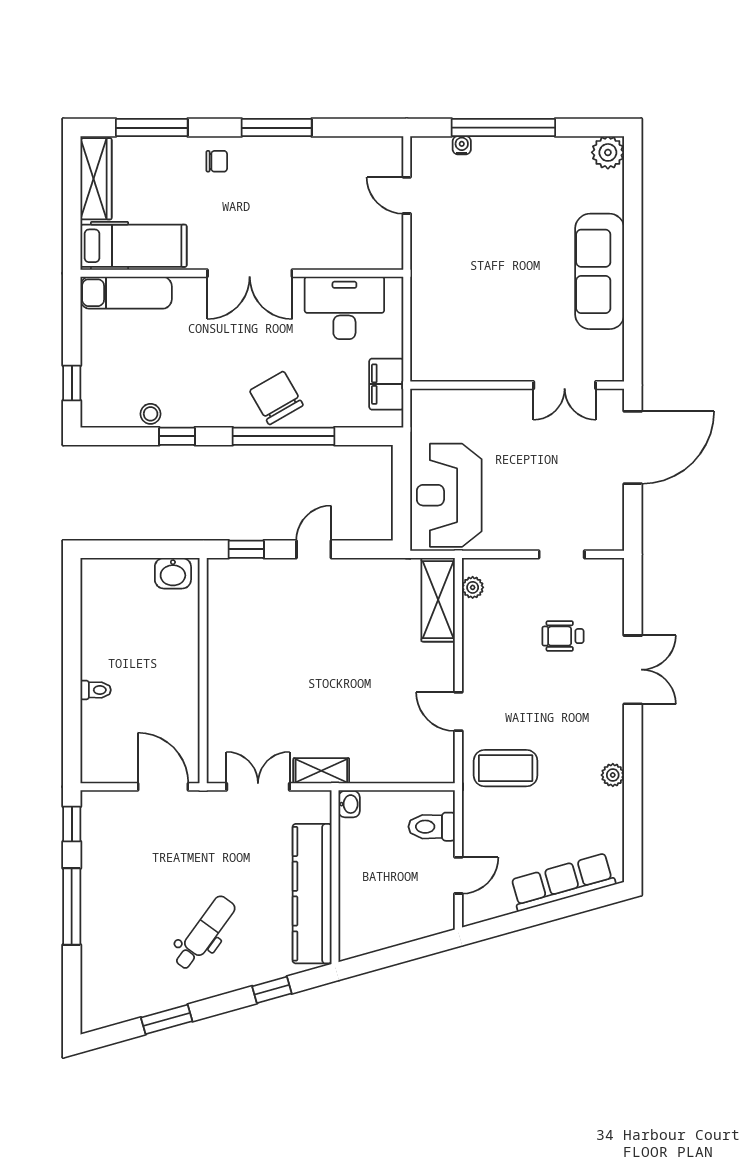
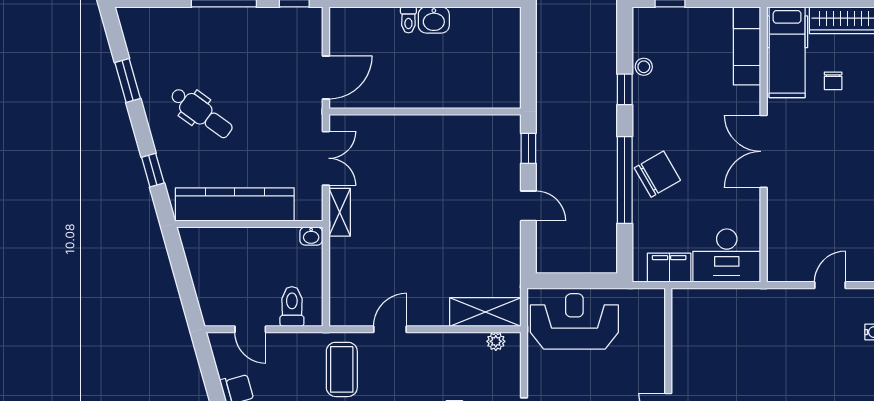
chair: (217, 161) -> (833, 81), moved
desk: (344, 308) -> (727, 256), moved, turned 90
washbasin: (173, 573) -> (434, 20), moved, turned -90

